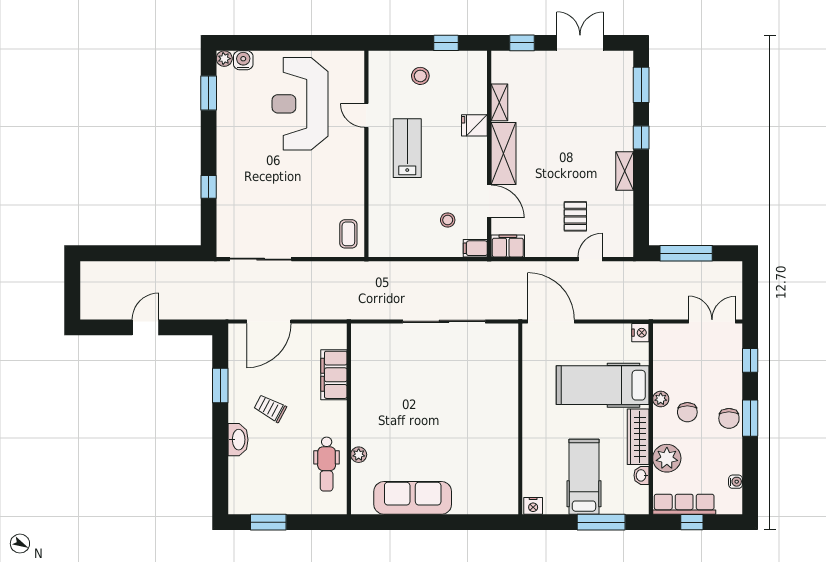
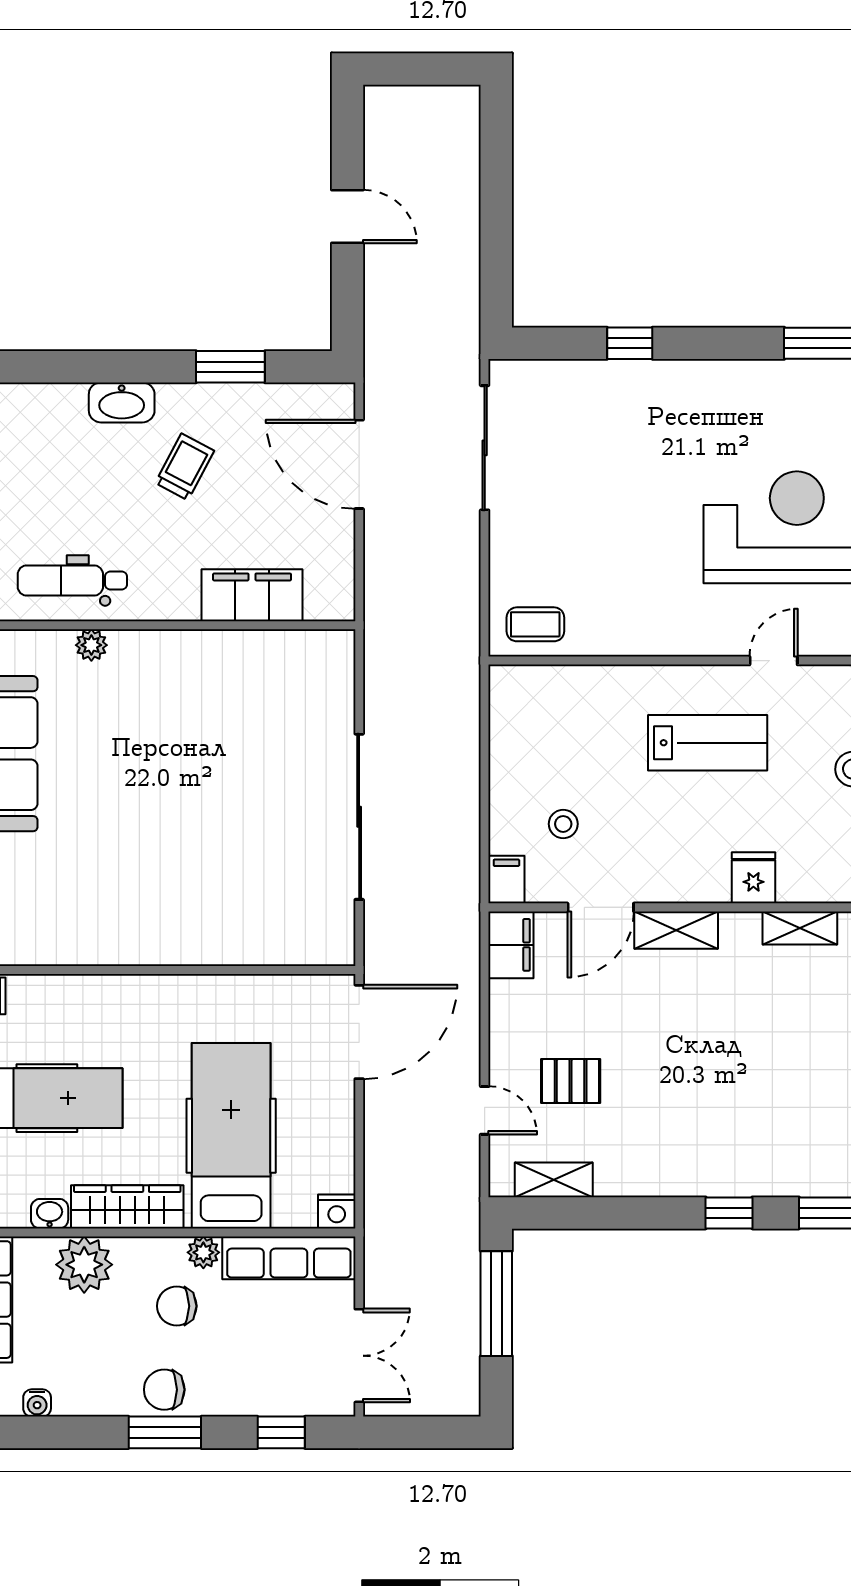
shelving: (504, 153) -> (676, 930), width x0.67, depth x0.75
shelving: (625, 171) -> (554, 1180), moved
row of seats: (663, 356) -> (289, 1258), added

